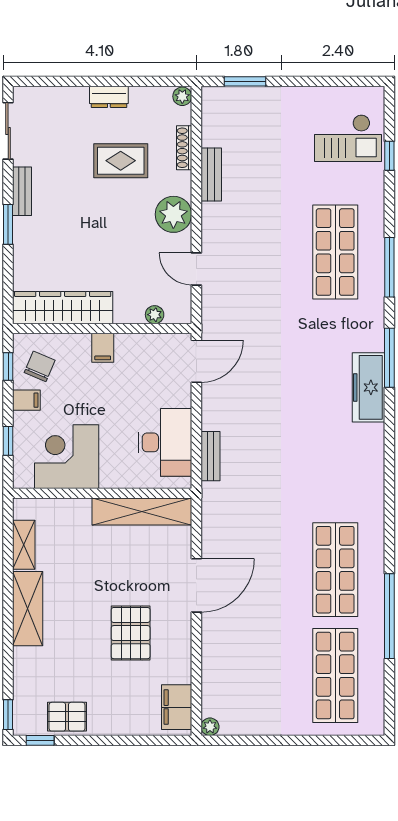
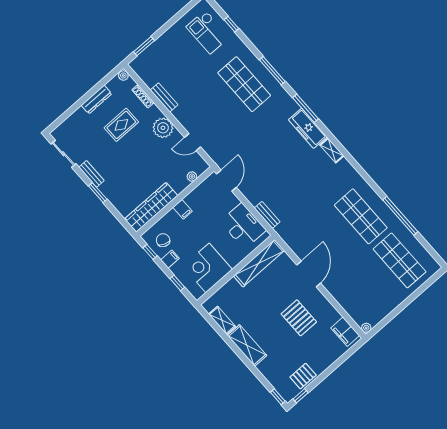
dresser: (109, 97) -> (96, 99), width x1.44
checkout: (348, 138) -> (208, 32), turned 90
shelving: (375, 446) -> (332, 150), added

